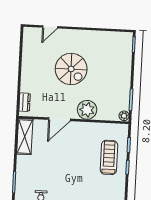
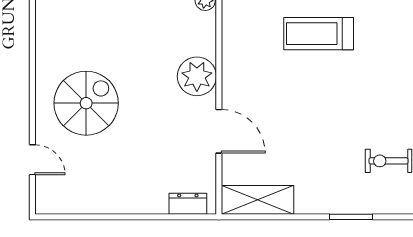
spiral stairs: (71, 69) -> (86, 103), moved
treadmill: (109, 157) -> (319, 34), moved

